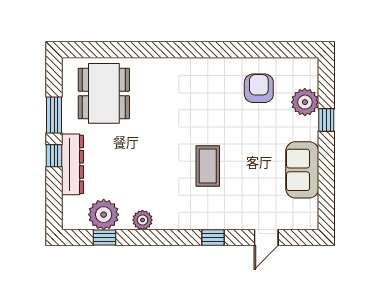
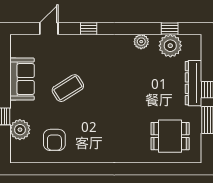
dining table: (104, 93) -> (170, 136), width x0.73
coffee table: (208, 166) -> (68, 88), moved, turned 58

